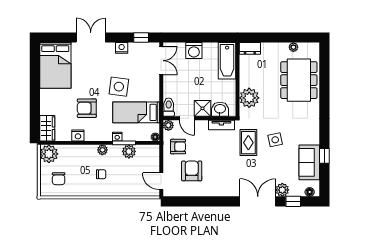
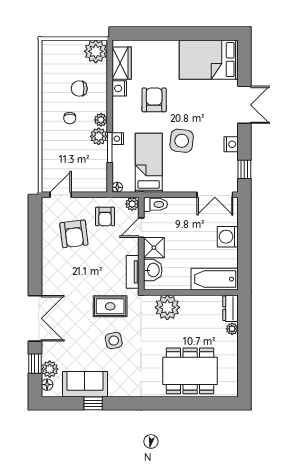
plant: (293, 47) -> (232, 329), moved
wardrobe: (47, 128) -> (122, 63), moved, turned -90
plant: (129, 151) -> (99, 136), moved
armchair: (192, 171) -> (74, 234), turned 83
chair: (59, 179) -> (79, 89), moved
plant: (282, 190) -> (50, 369), moved

